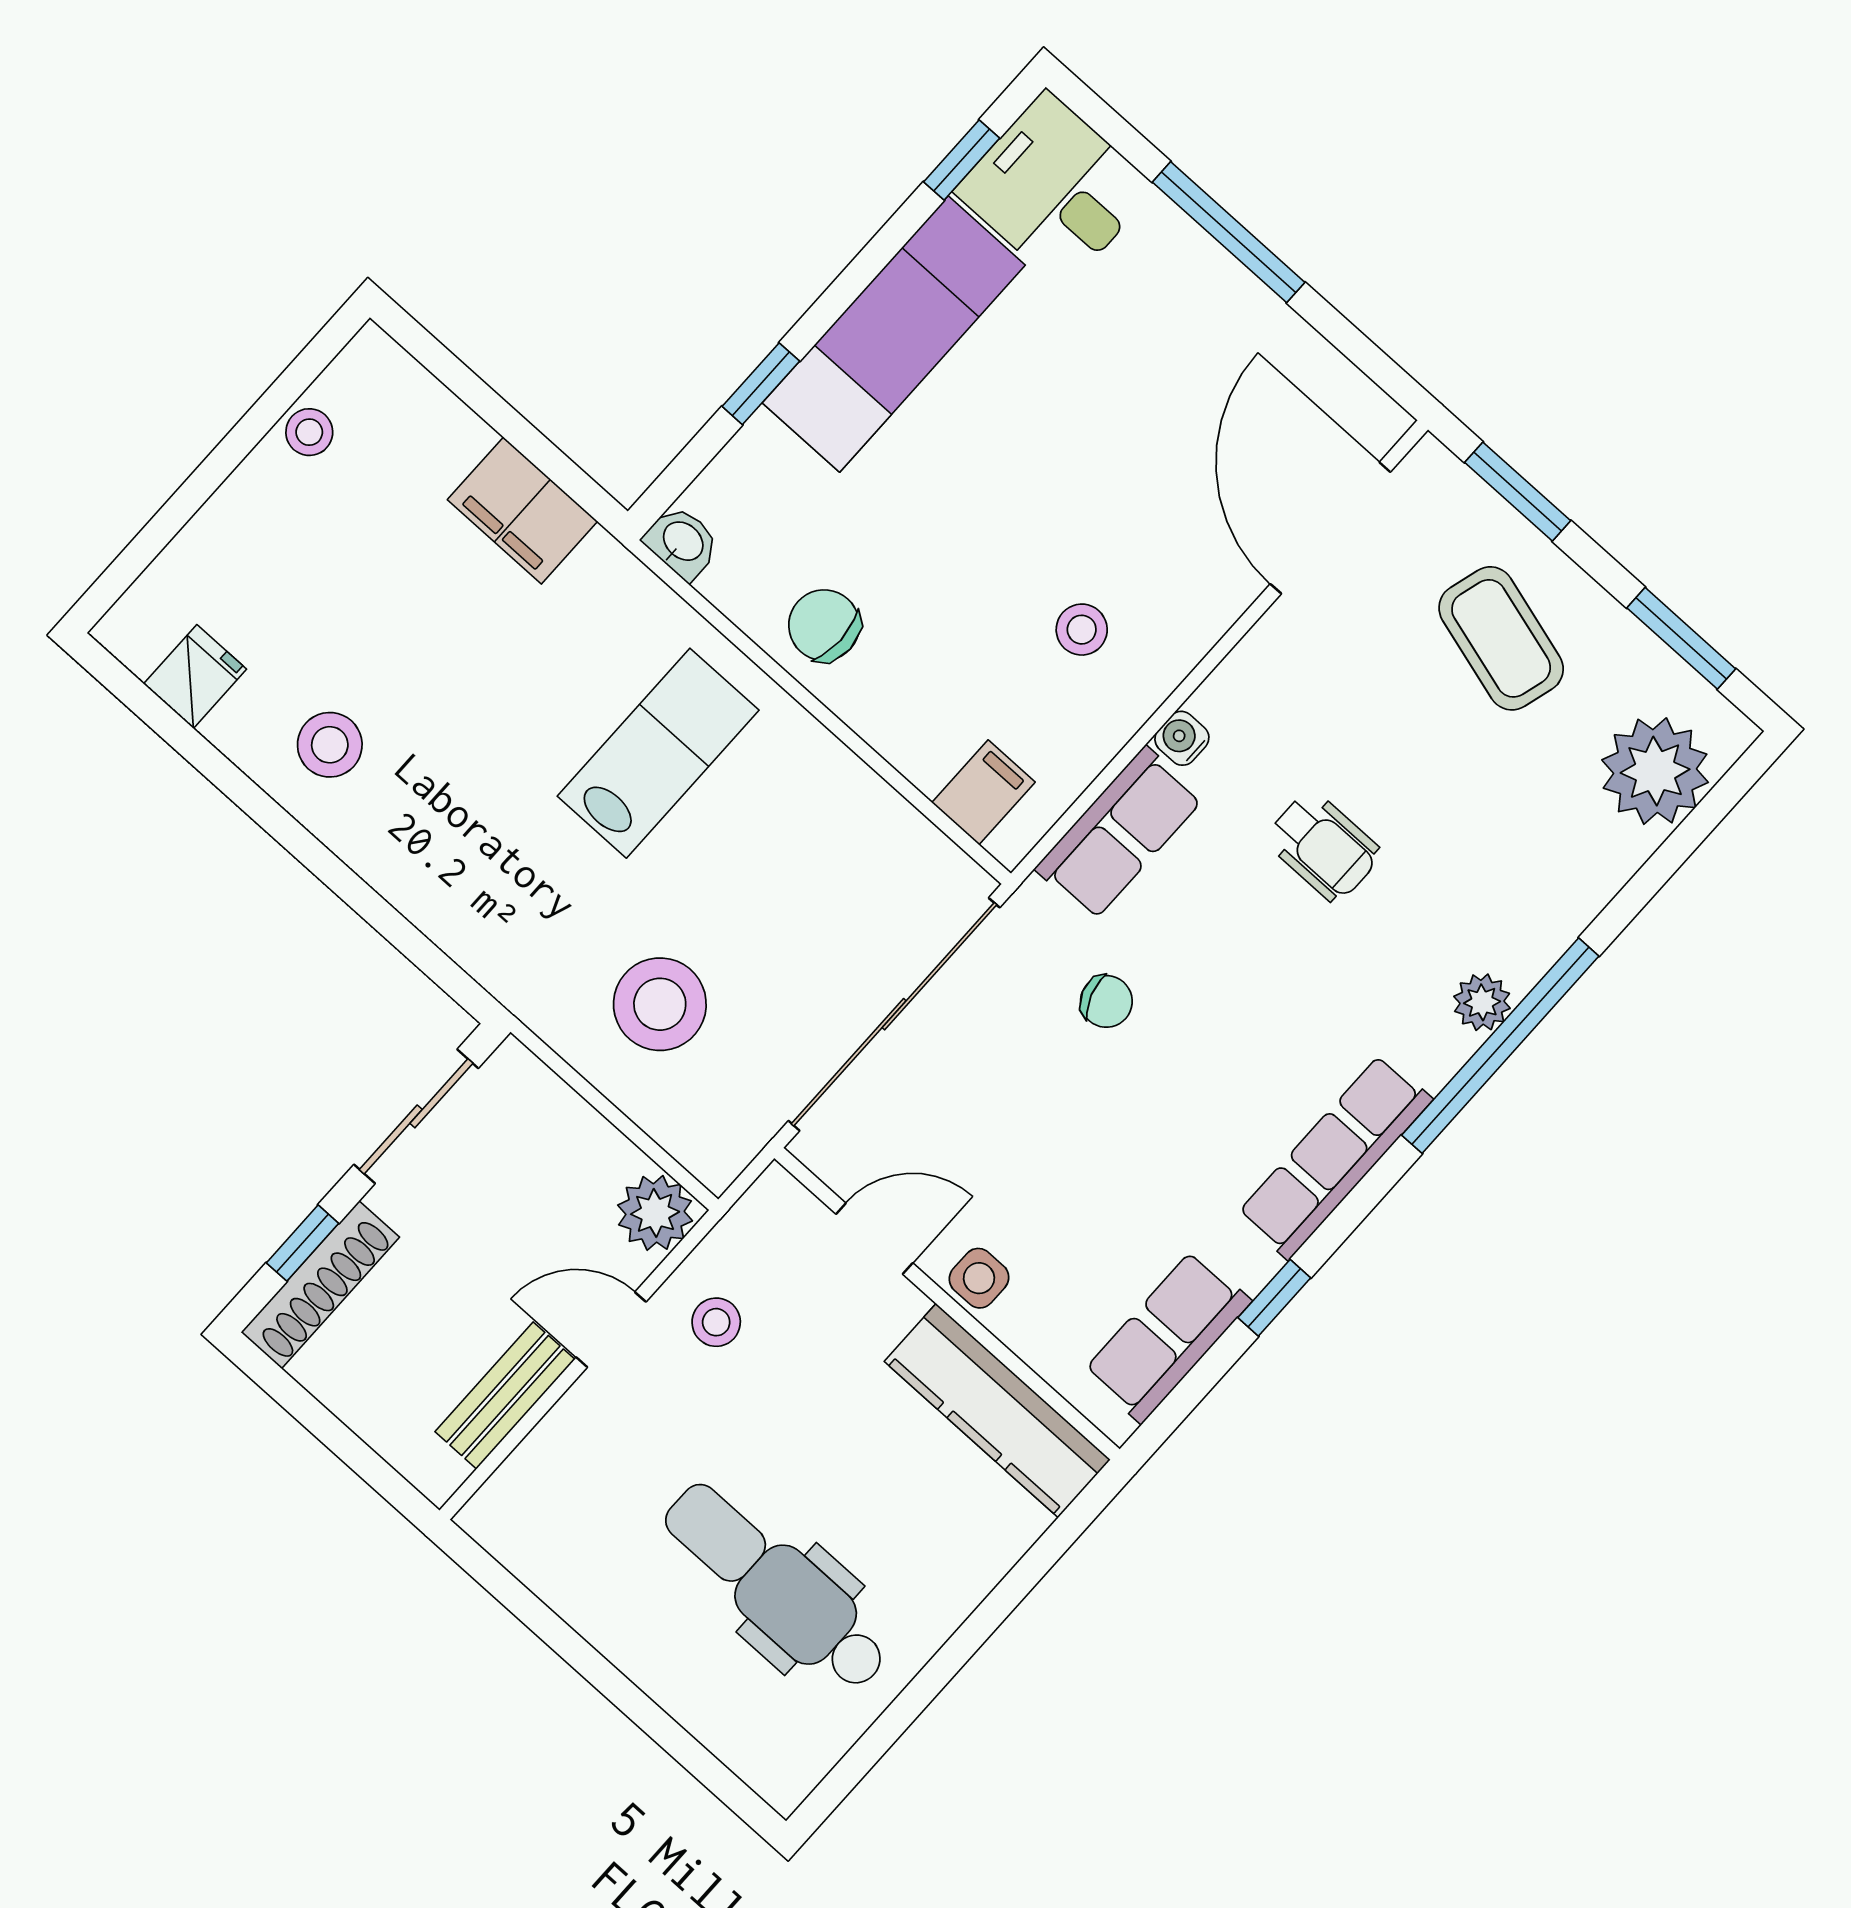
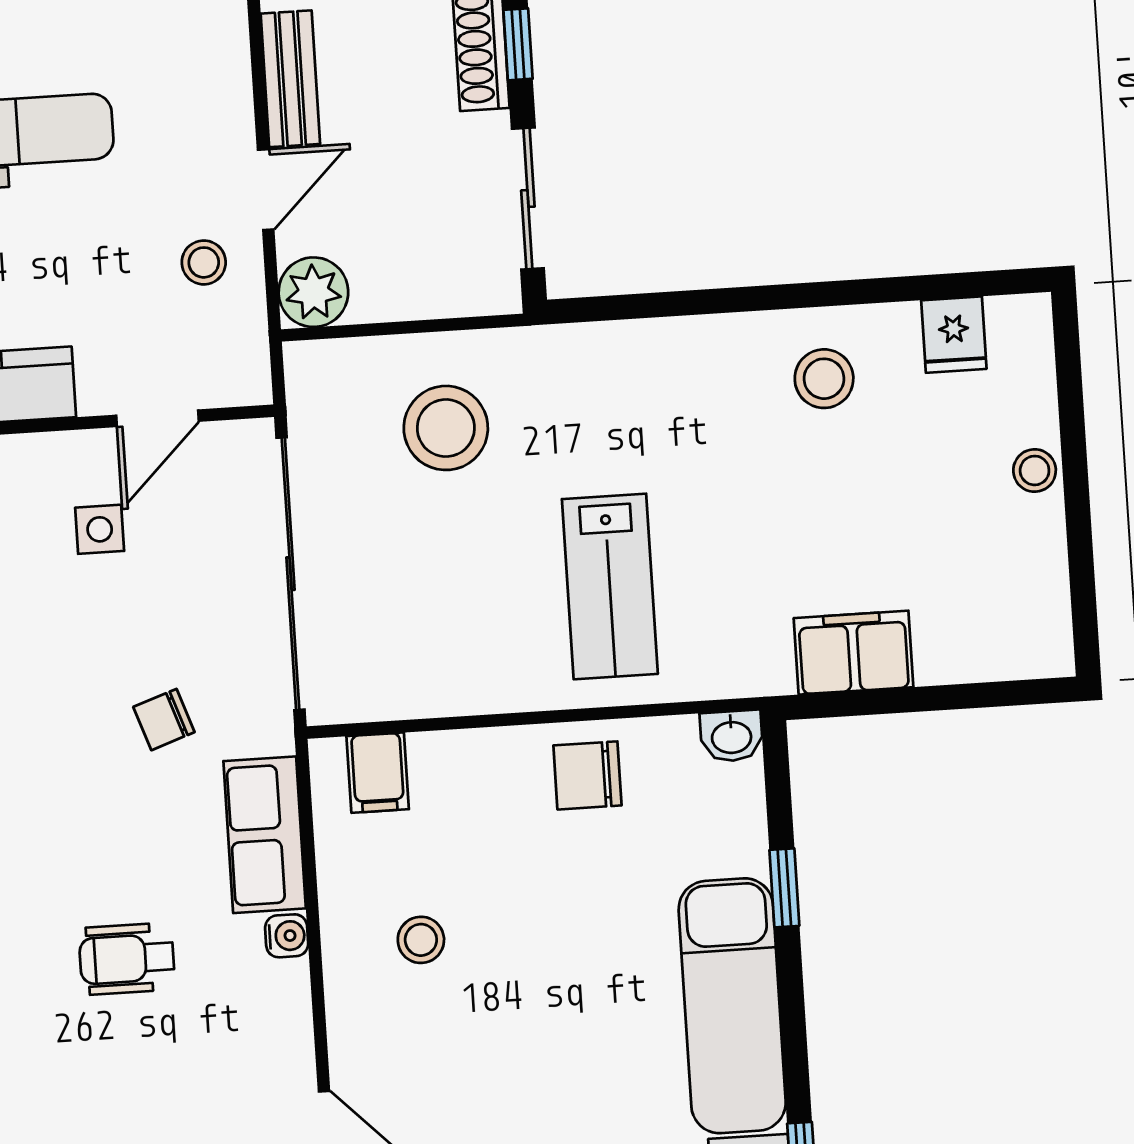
stool: (309, 432) -> (1035, 470), moved
chair: (824, 625) -> (587, 775), turned 180
side table: (979, 1278) -> (100, 529), moved

